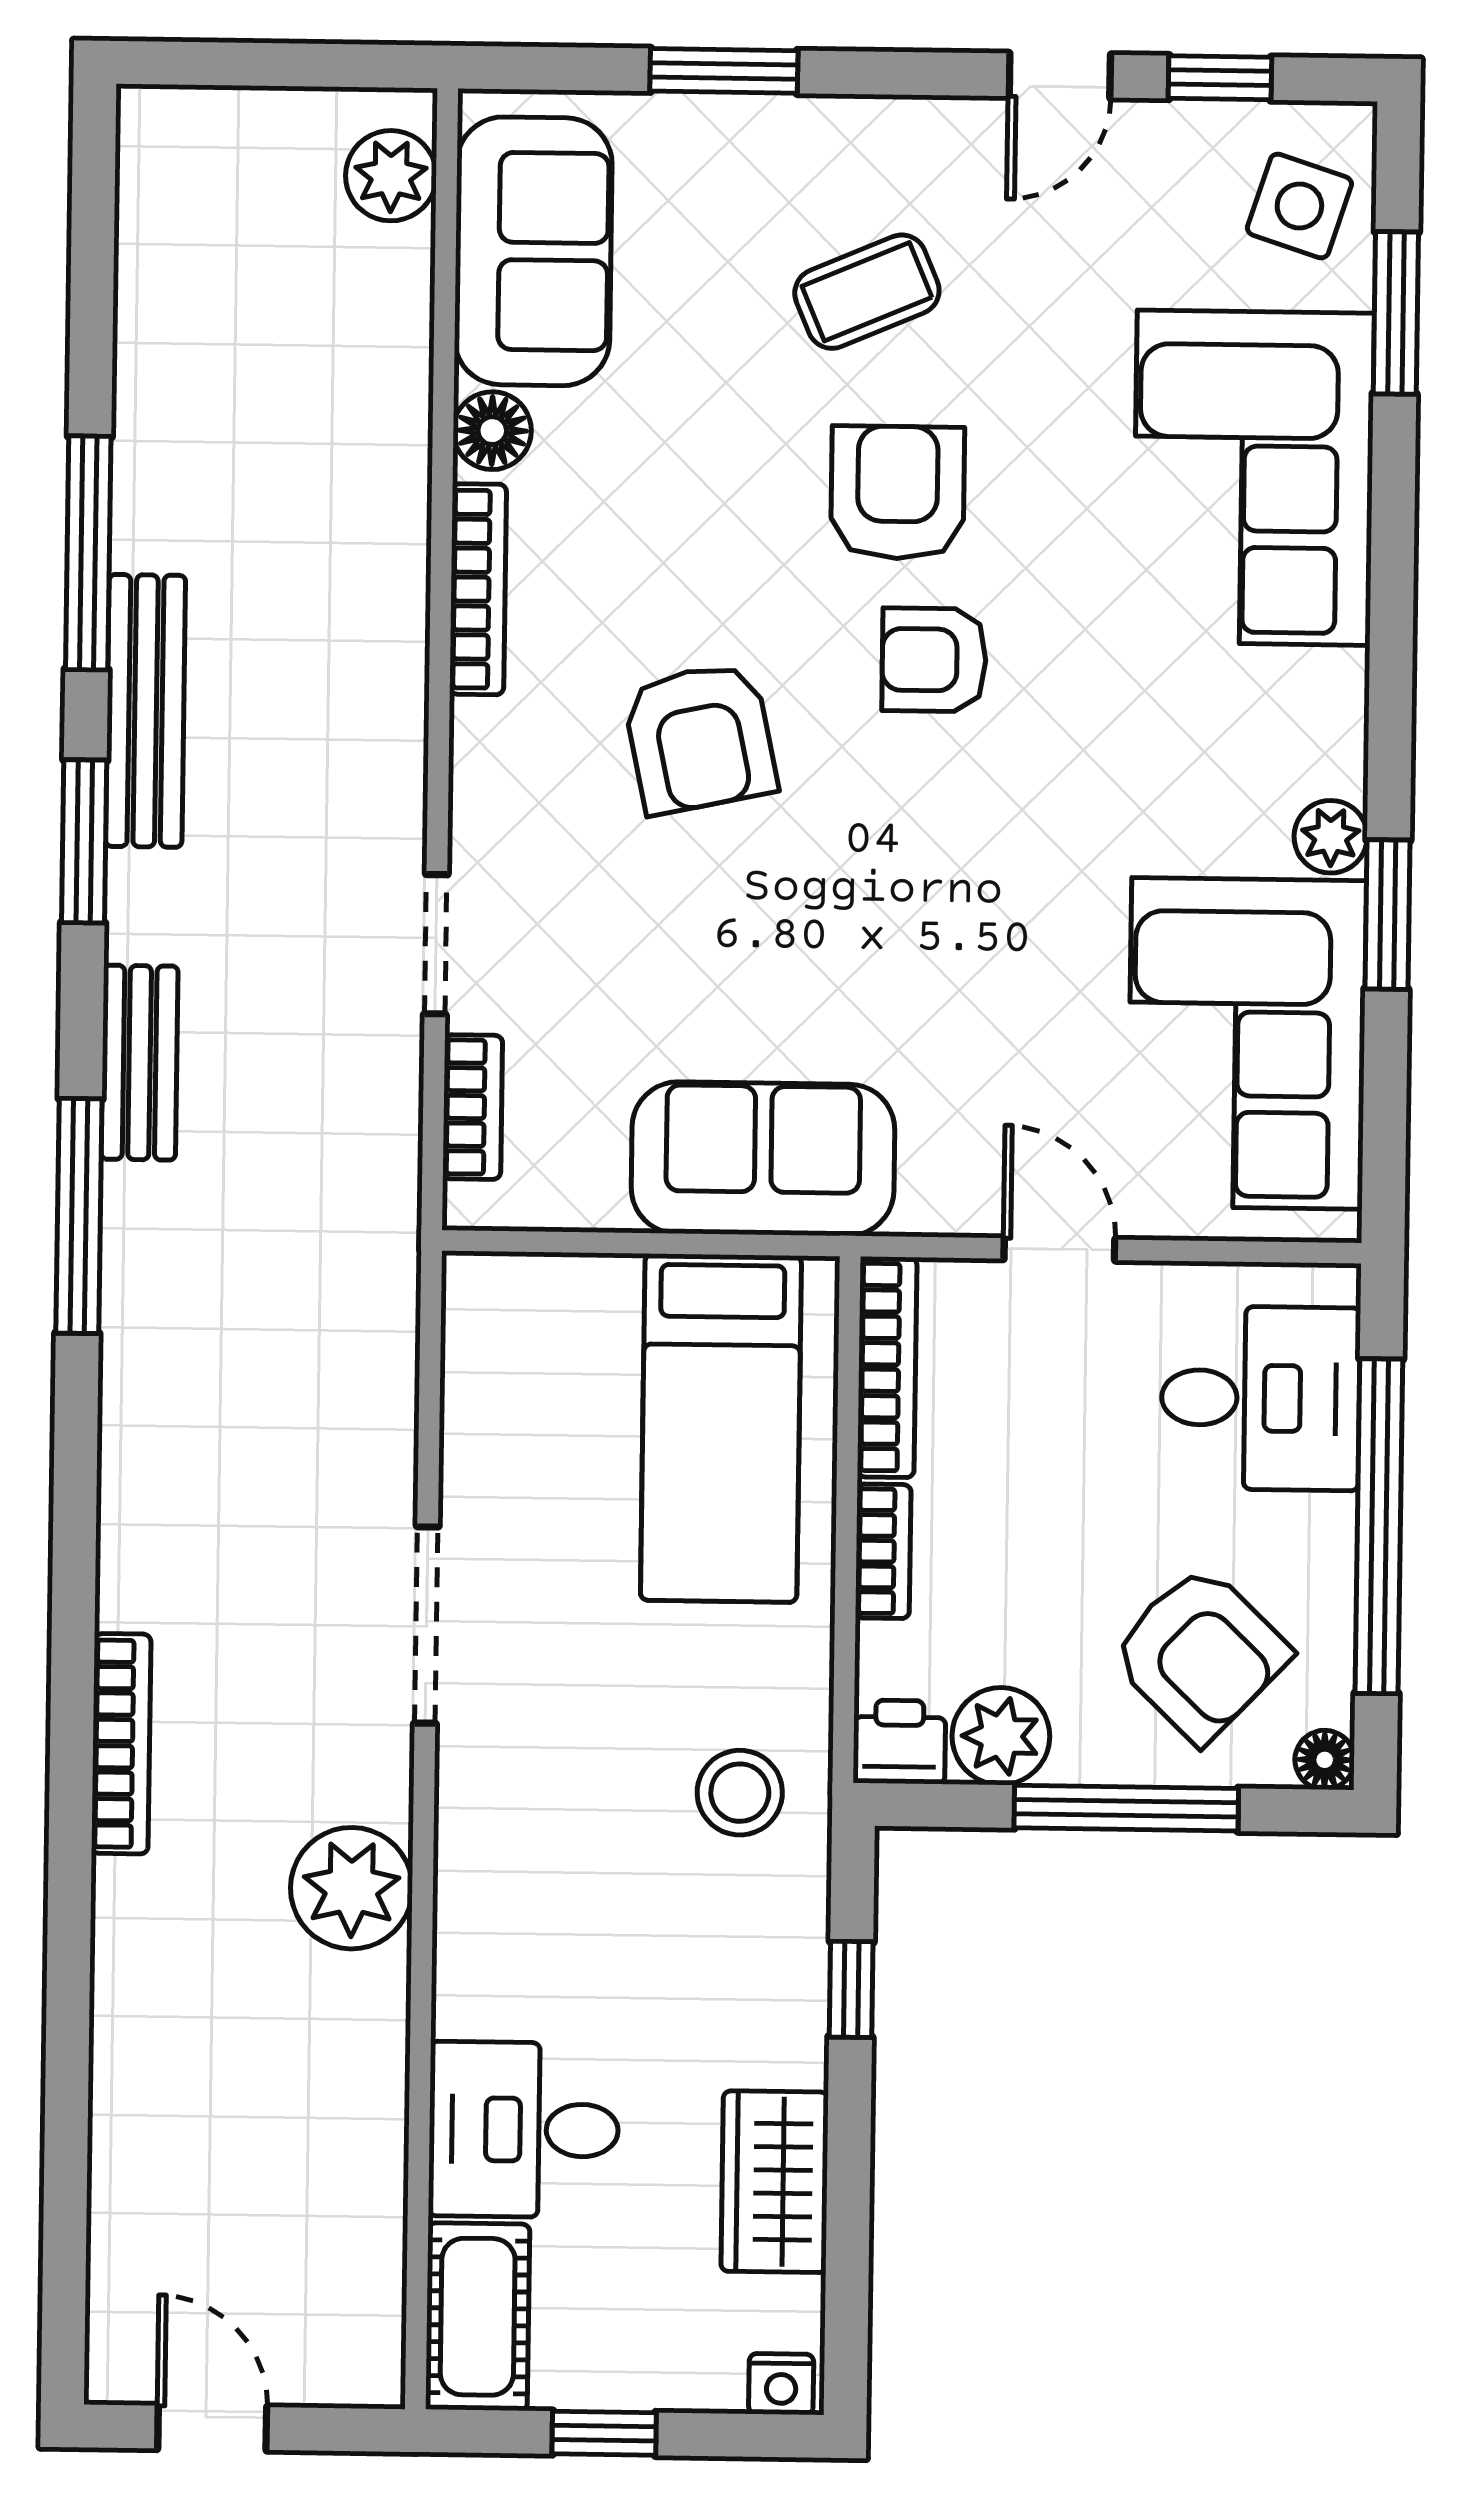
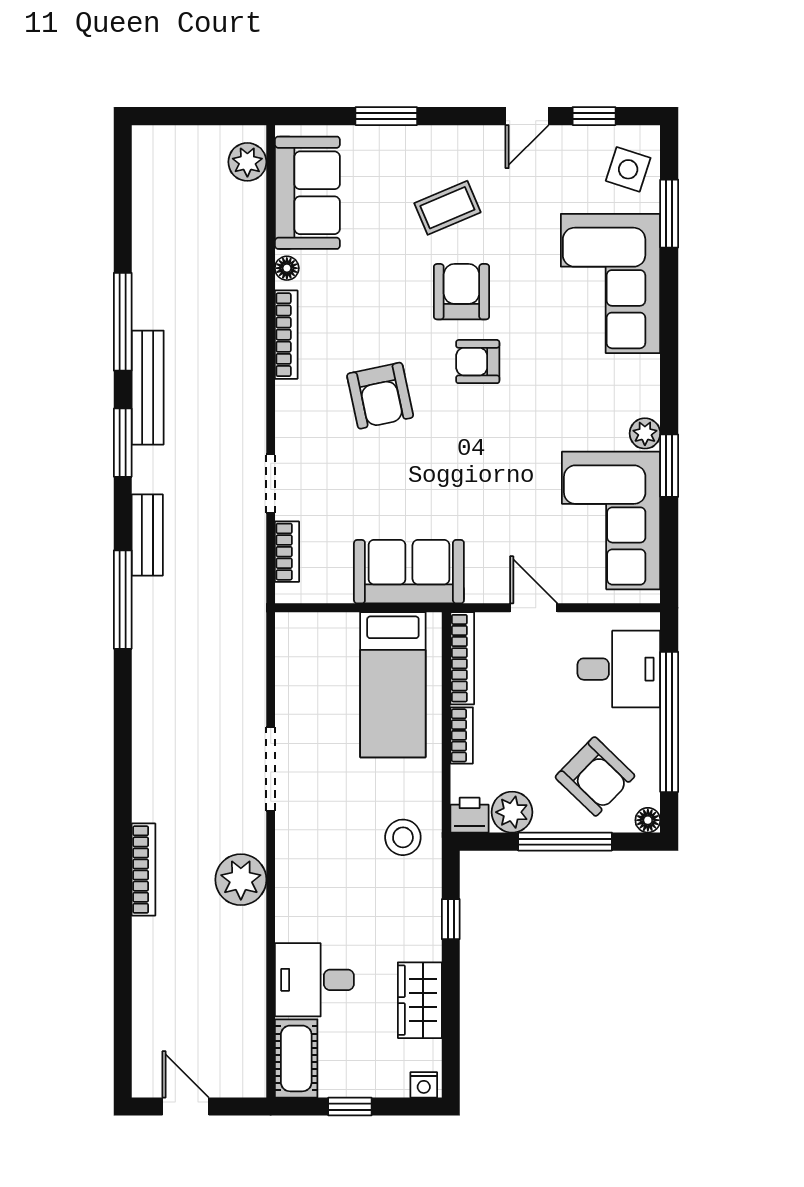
floor lamp: (492, 431) -> (287, 268), width x0.73, depth x0.73
bookcase: (121, 1744) -> (143, 870), moved

